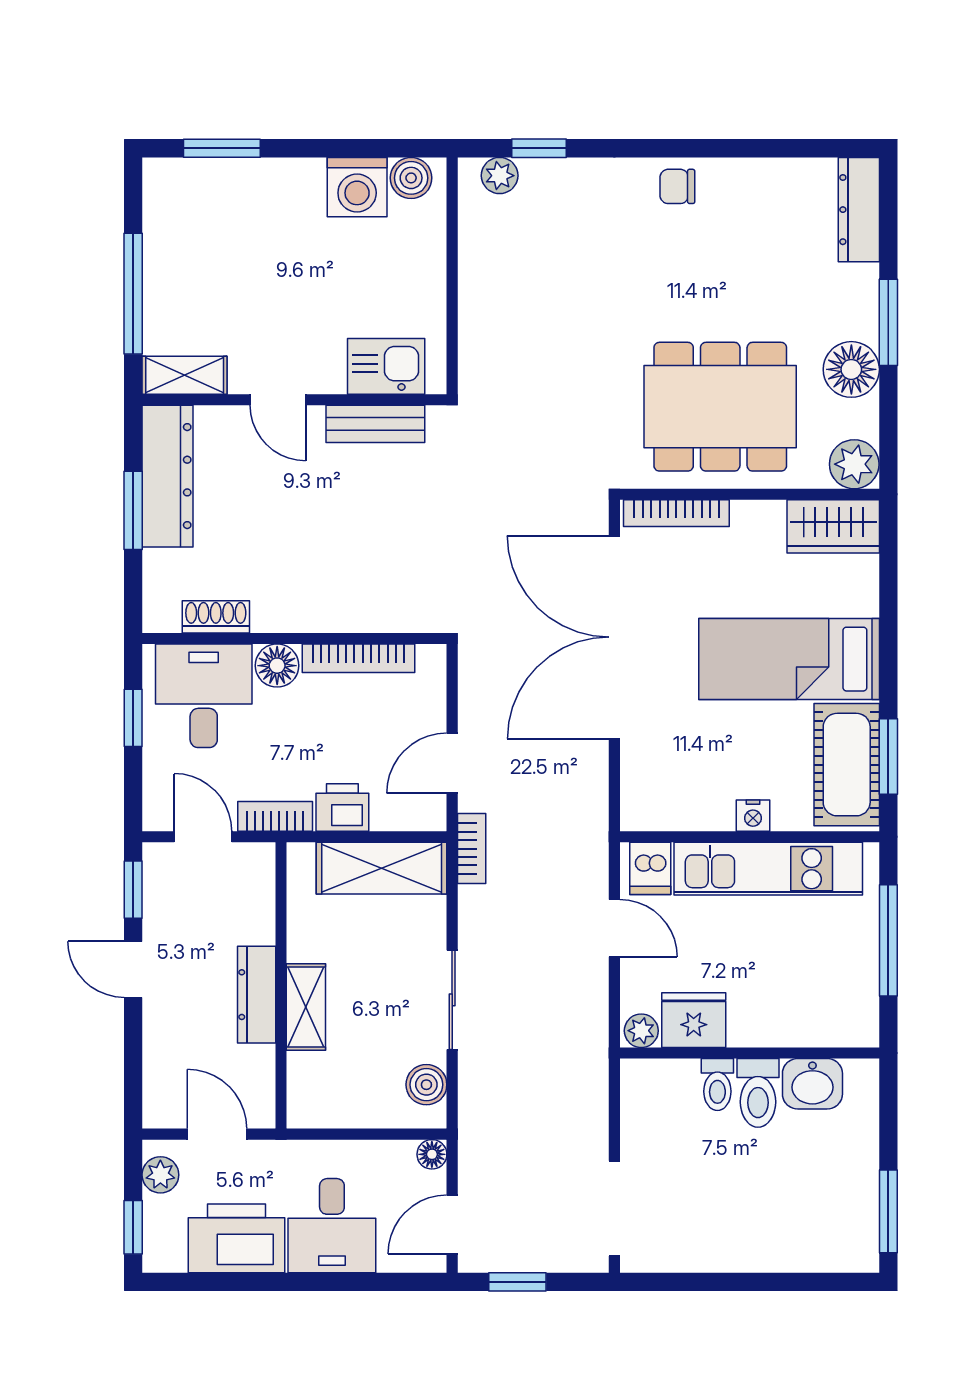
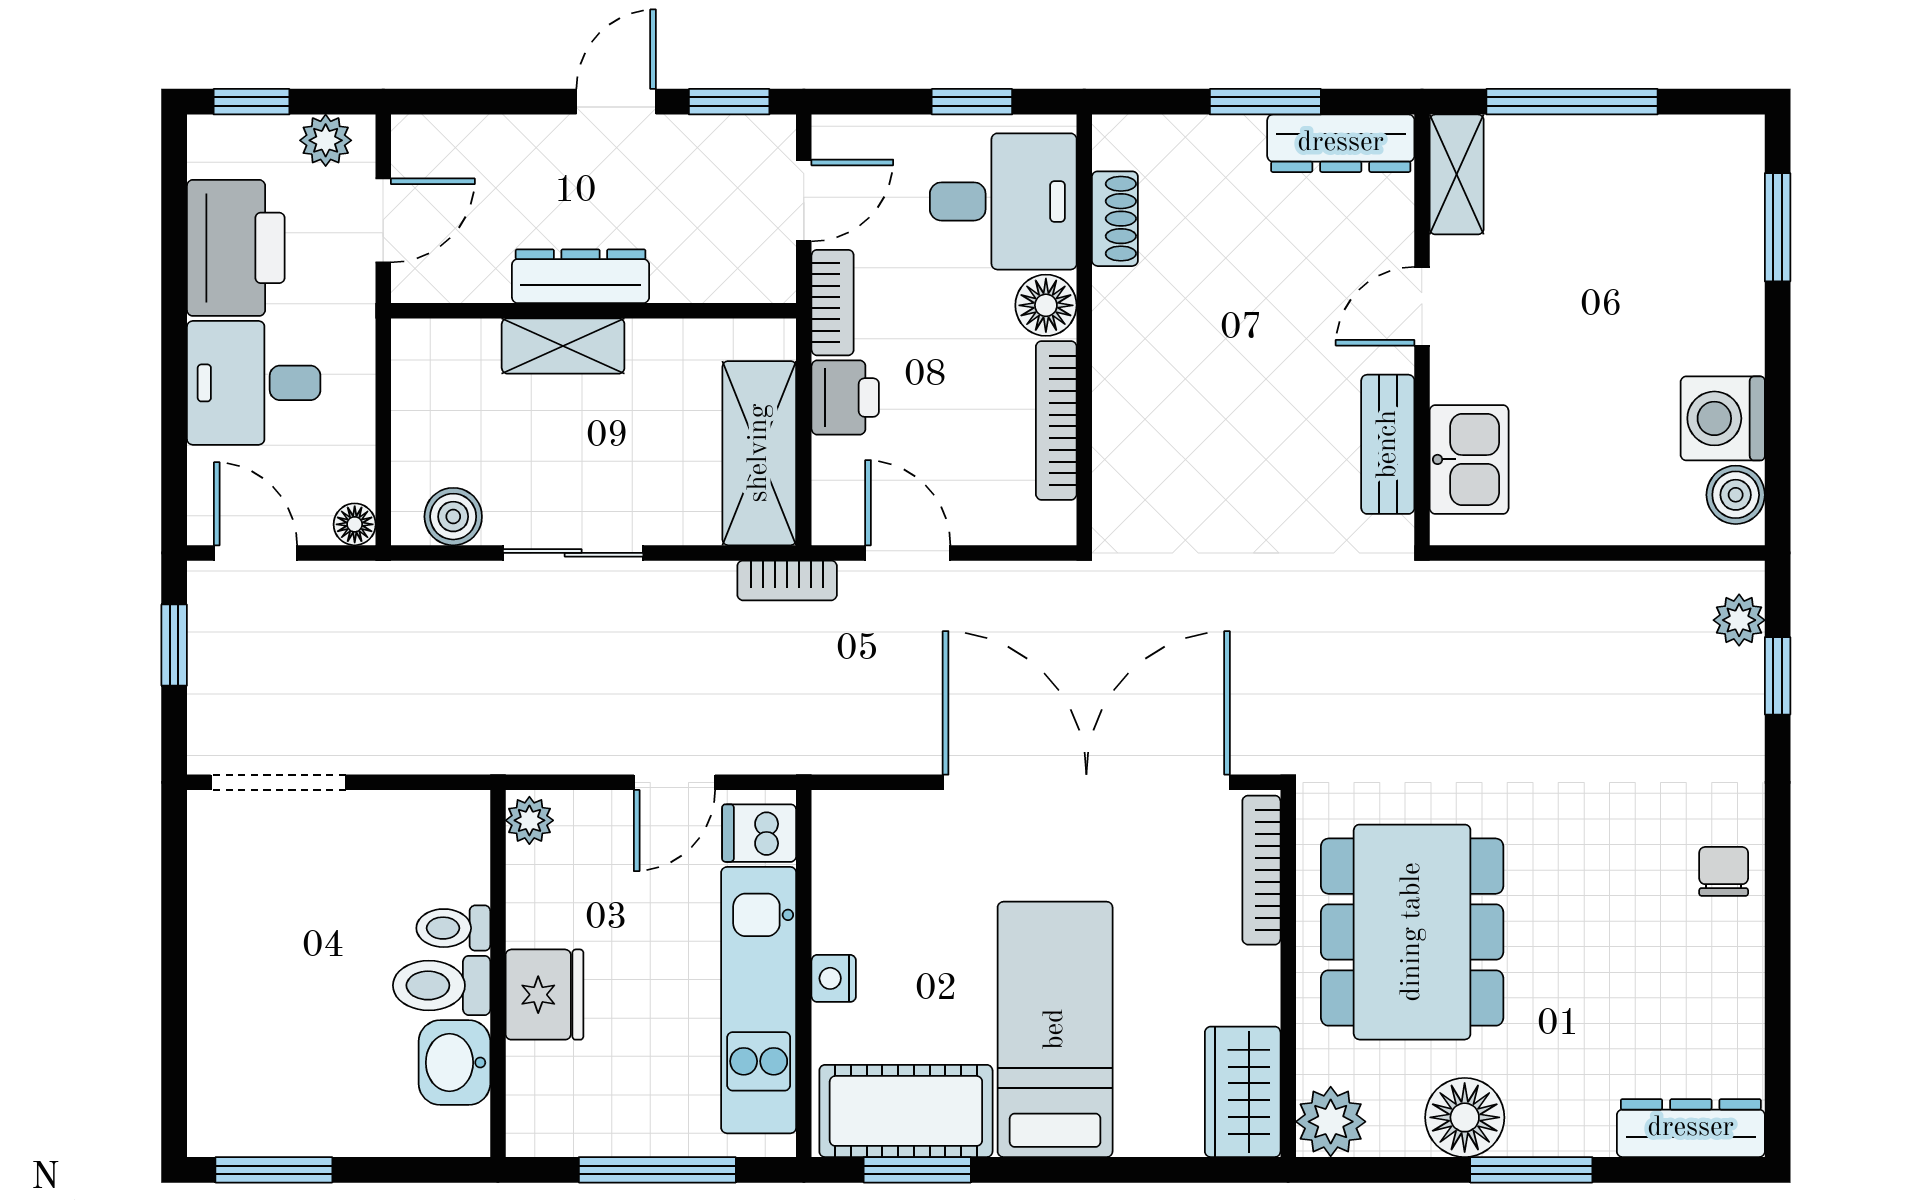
dresser: (167, 476) -> (1341, 143), width x0.73, depth x0.80
fridge: (694, 1020) -> (544, 995), moved

